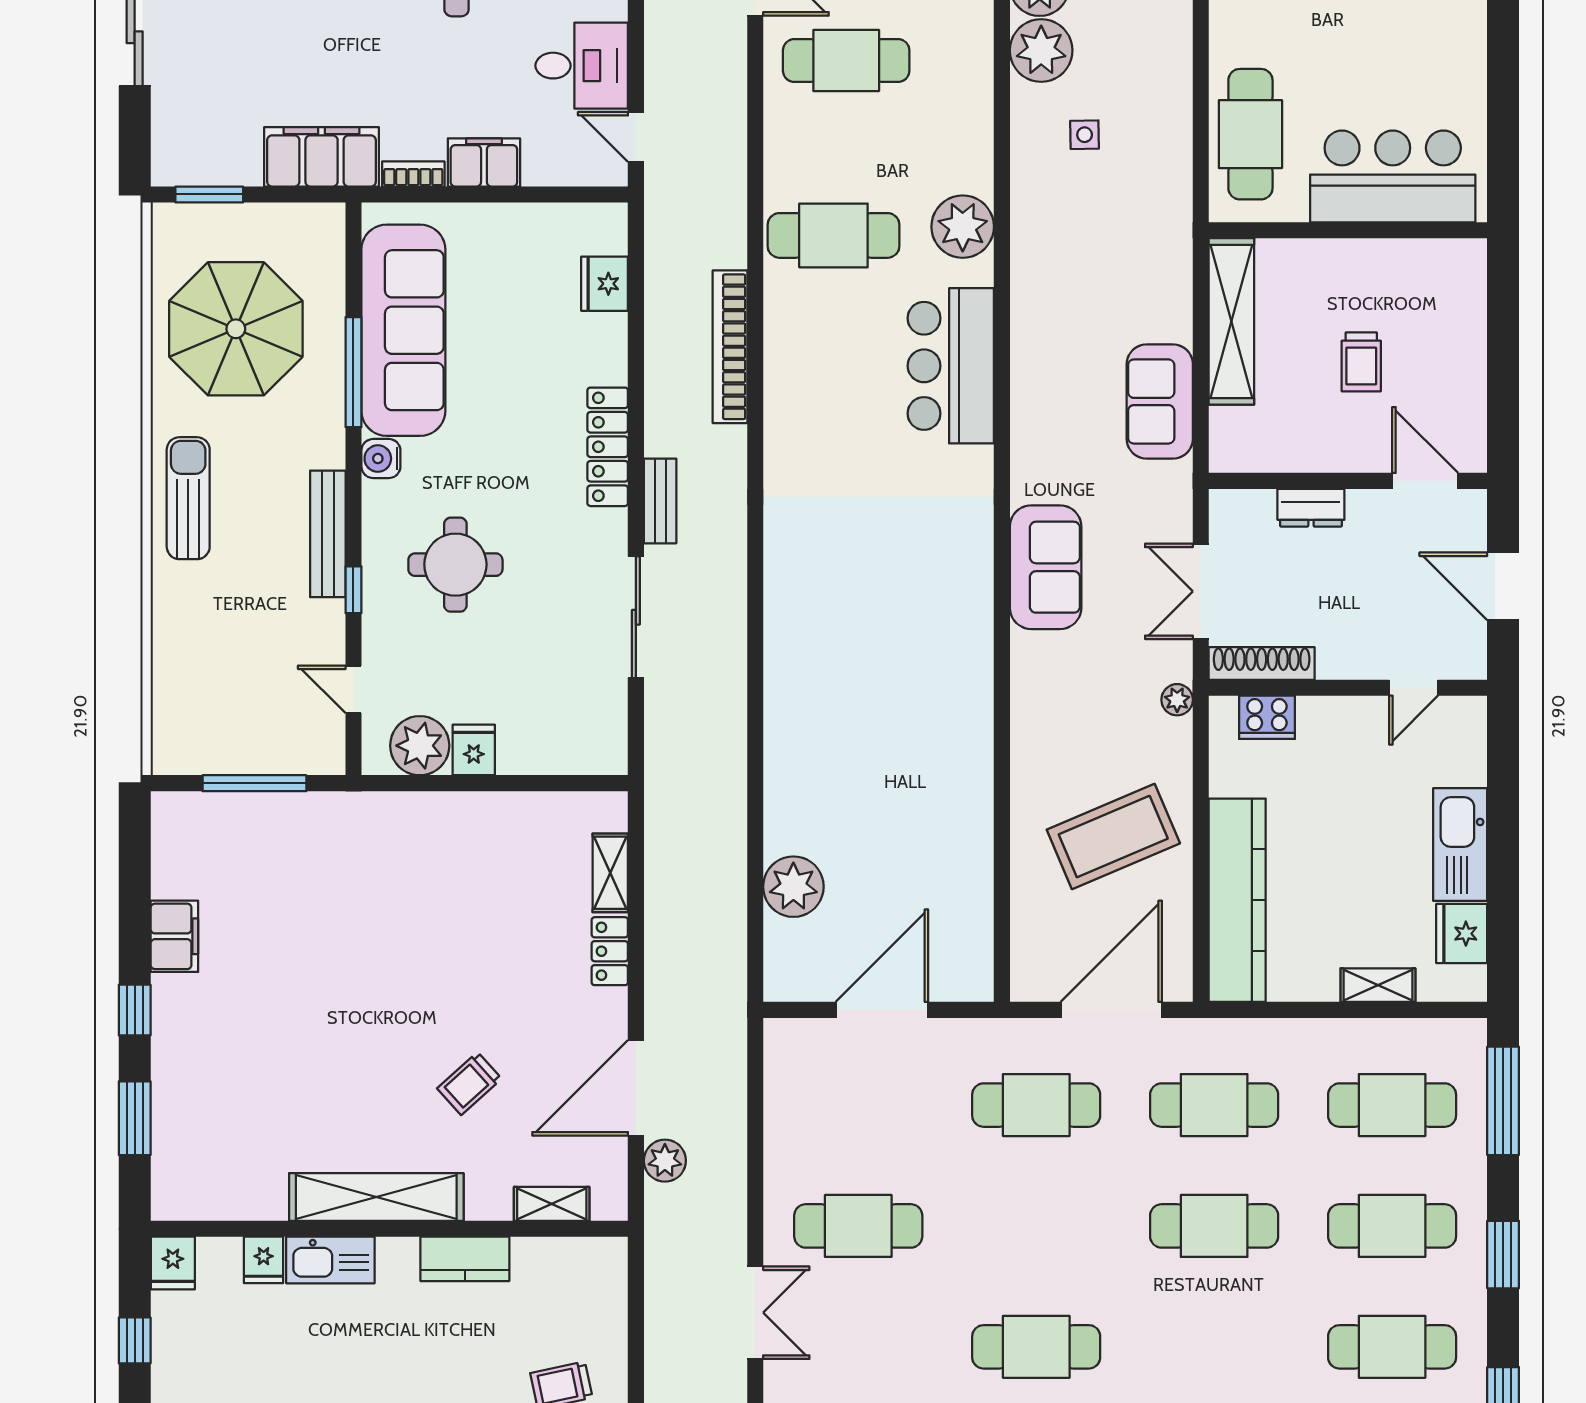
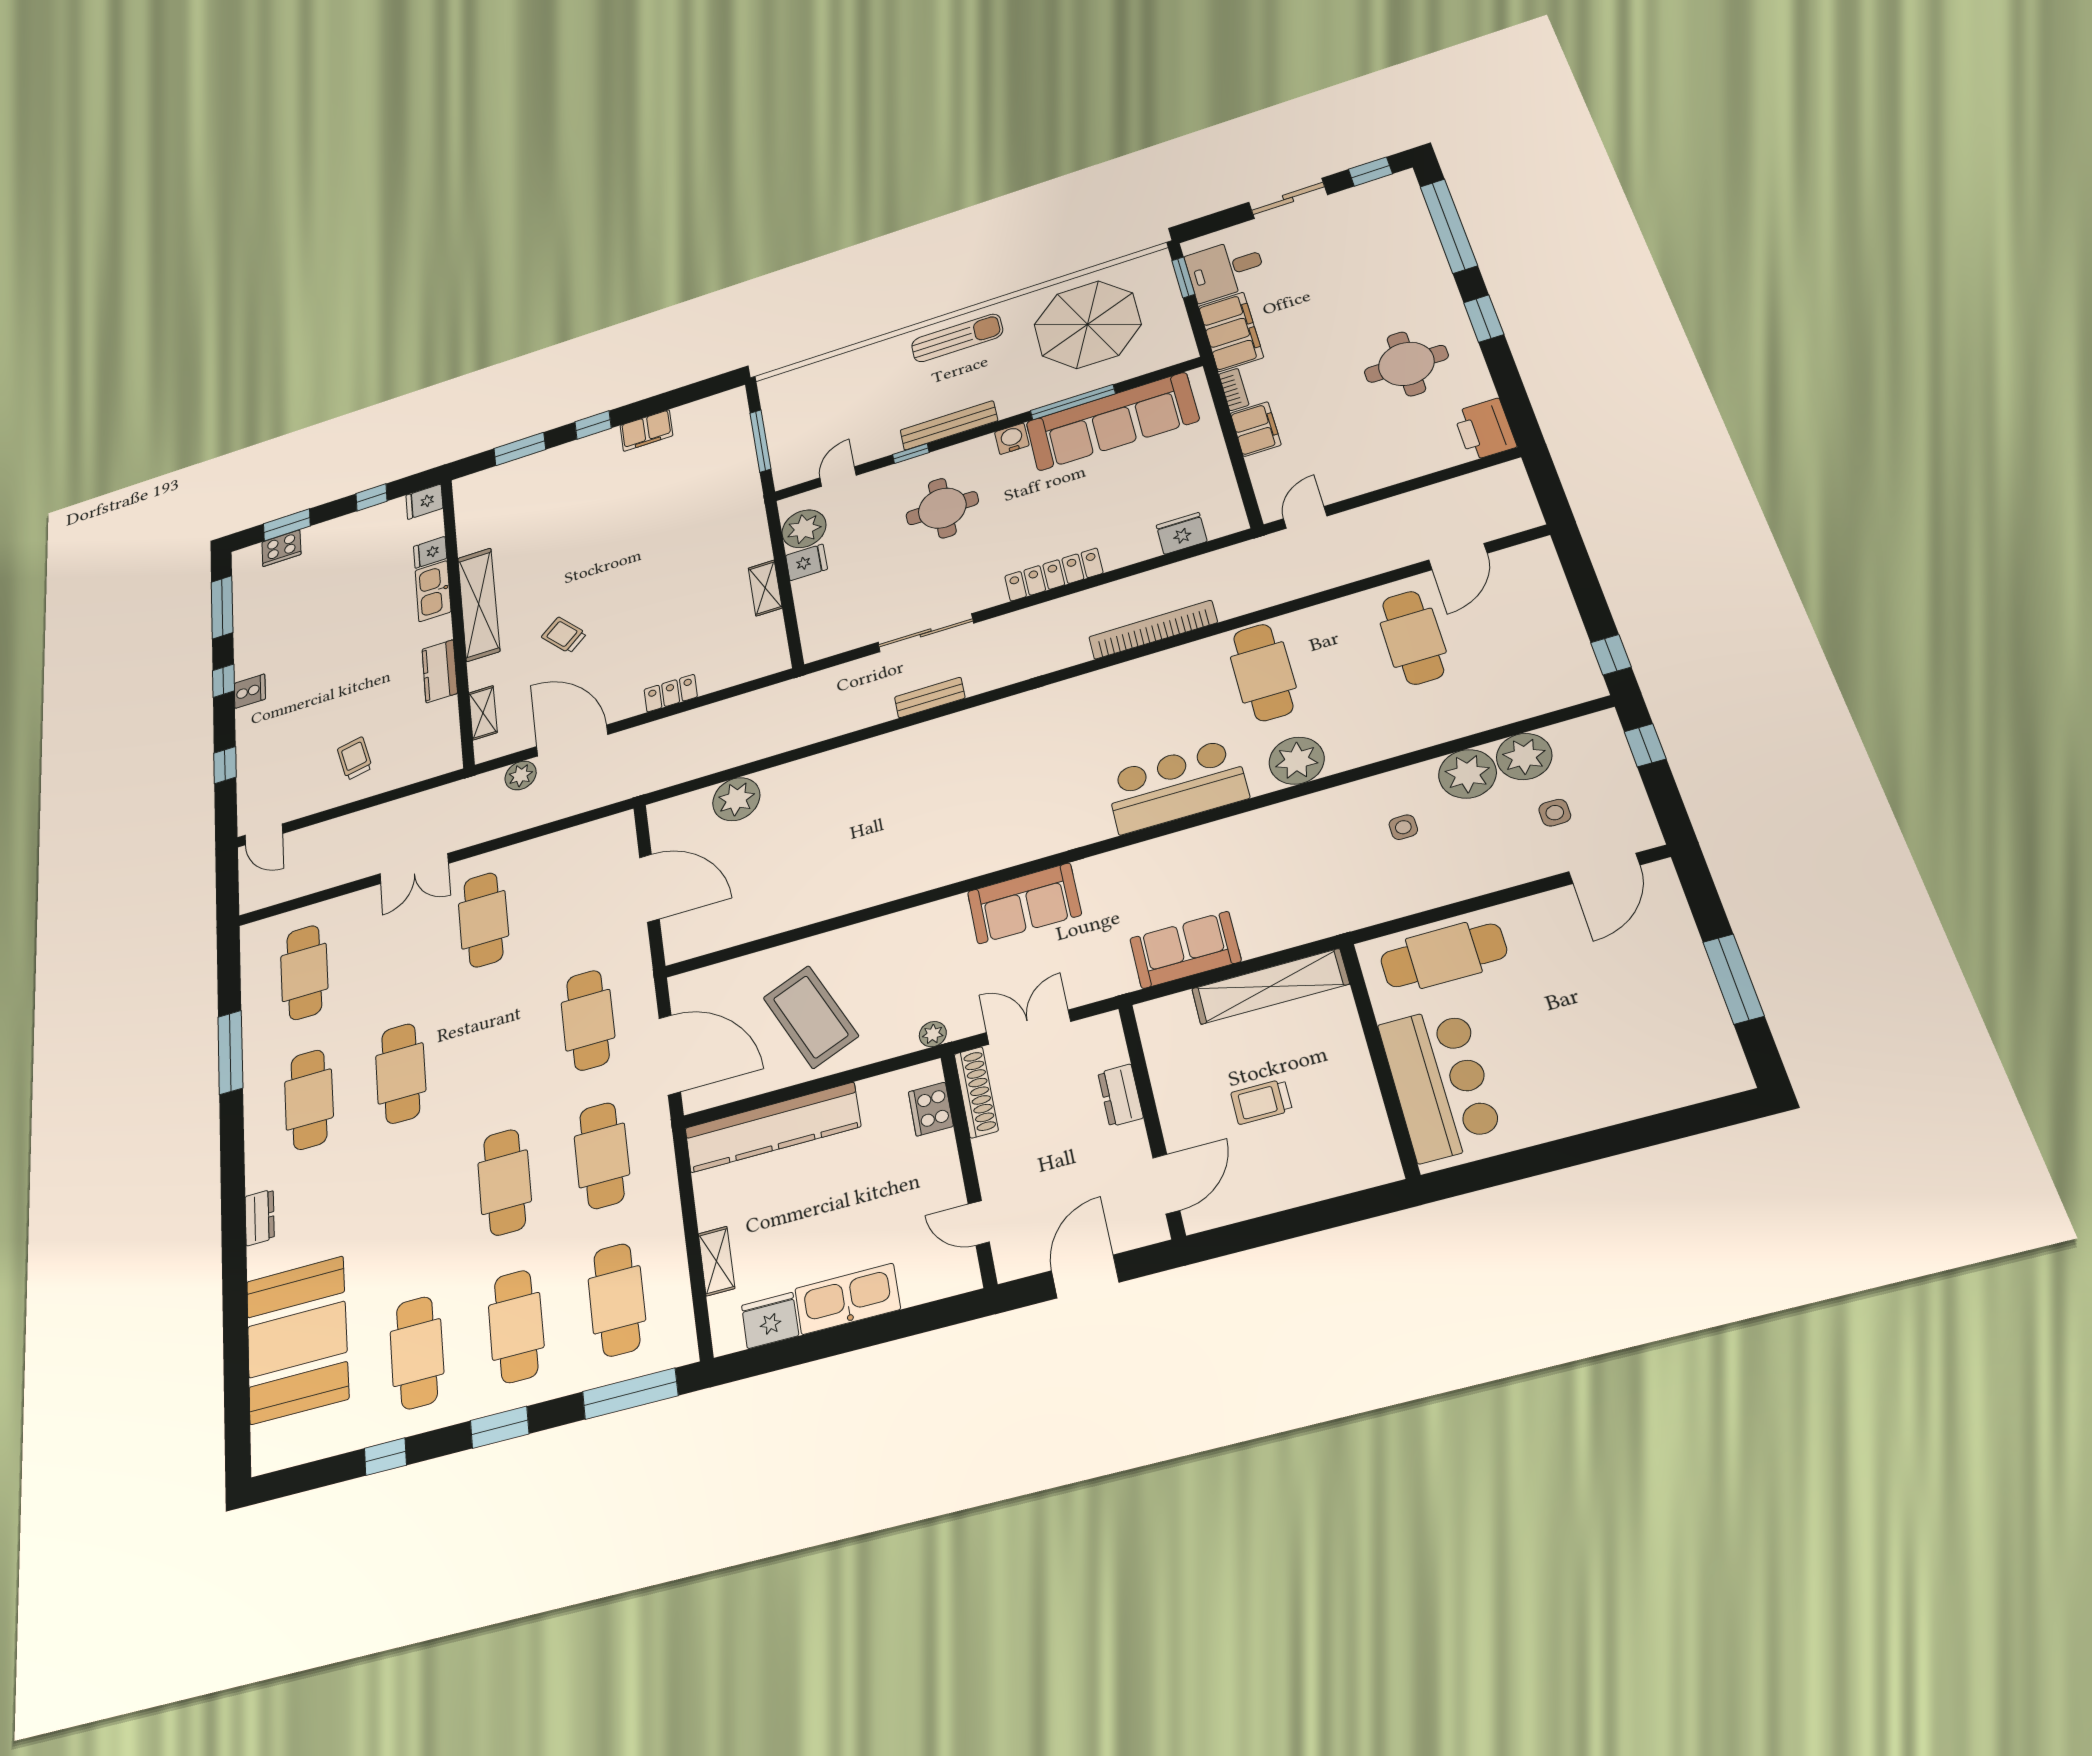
desk: (582, 66) -> (1225, 269), moved, turned 90
bench: (660, 501) -> (930, 697), moved
shelving: (610, 873) -> (765, 588), moved, turned 90

